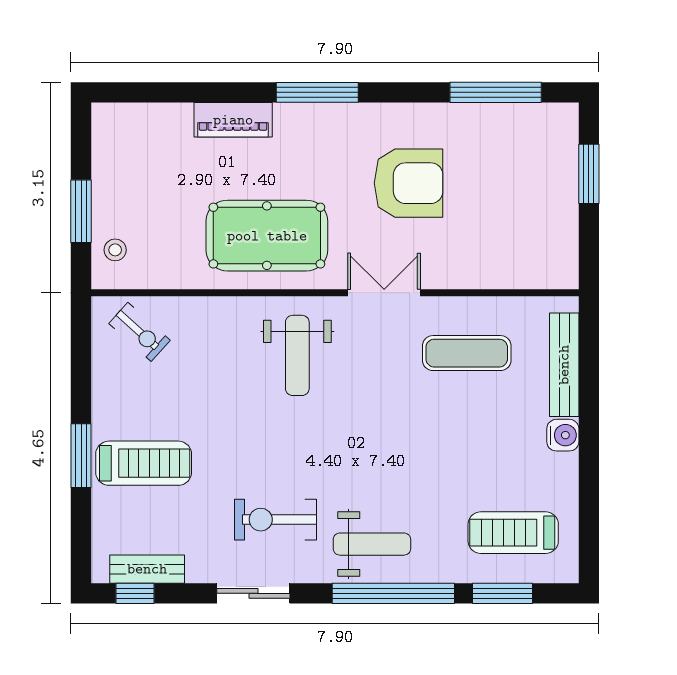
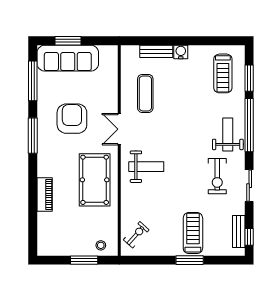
window: (317, 92) -> (33, 136), moved
sofa: (549, 173) -> (68, 58), added
bench: (564, 365) -> (156, 51), width x0.73

